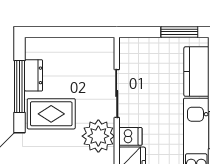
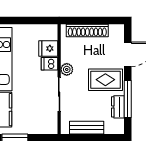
bench: (78, 46) -> (87, 128), added
plant: (98, 136) -> (67, 69), width x0.53, depth x0.53

